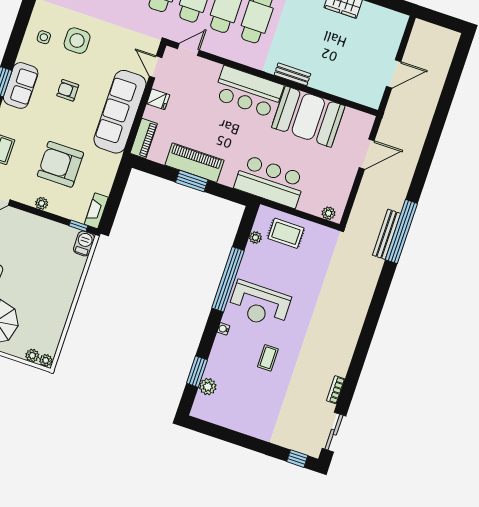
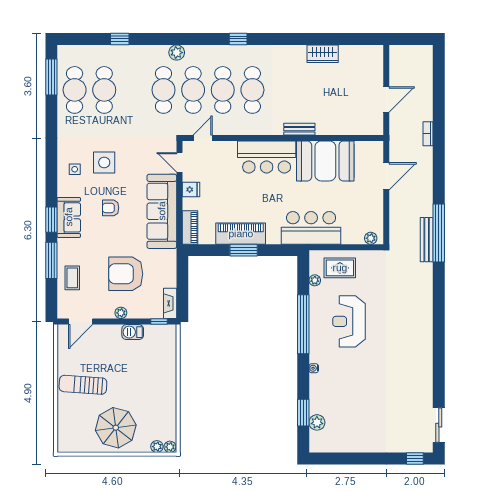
barbecue: (84, 244) -> (133, 332), moved, turned -90
reception desk: (259, 305) -> (349, 321), moved, turned 90
coffee table: (268, 358) -> (360, 380), removed
bookcase: (336, 390) -> (428, 134), moved

